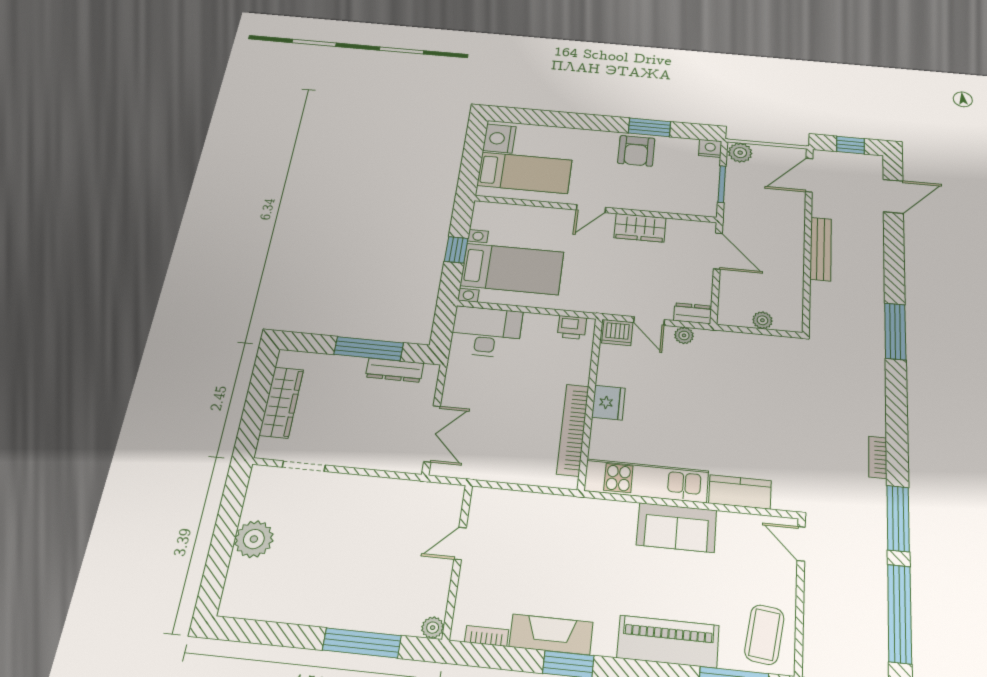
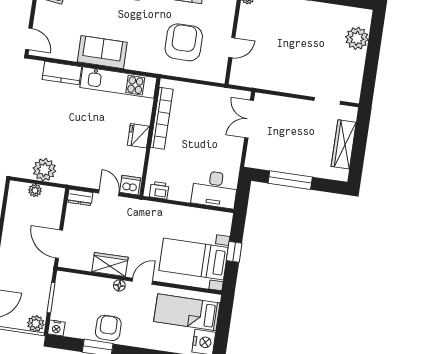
floor lamp: (624, 202) -> (119, 286), added
bed with nightstands: (512, 269) -> (194, 259), moved
plant: (684, 335) -> (44, 170), moved, width x1.87, depth x1.87
dresser: (395, 370) -> (273, 164), removed
plant: (254, 539) -> (357, 38), moved
armchair: (541, 549) -> (184, 42), added

